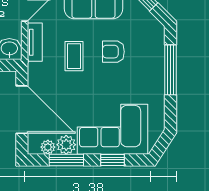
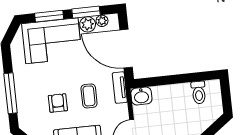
tv unit: (35, 42) -> (120, 88), moved
armchair: (113, 52) -> (58, 103), turned -90
window: (113, 160) -> (49, 16), width x1.50

